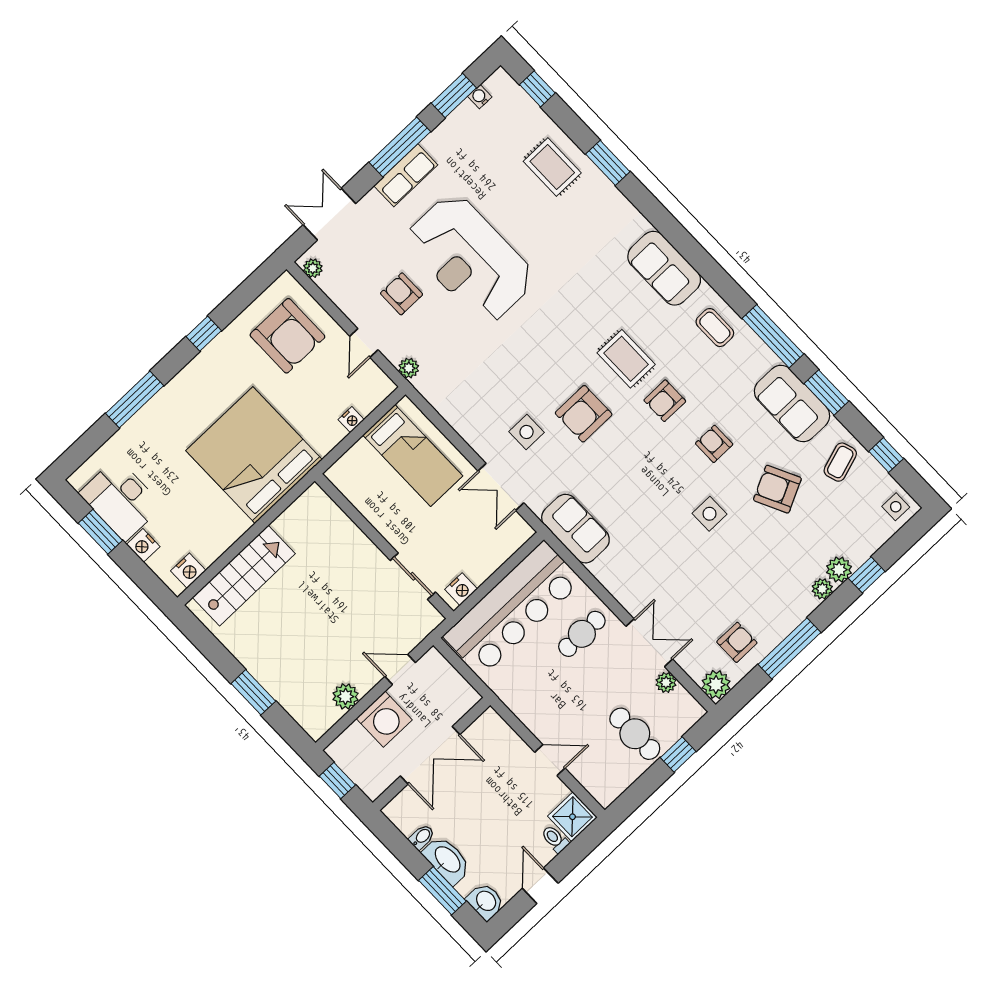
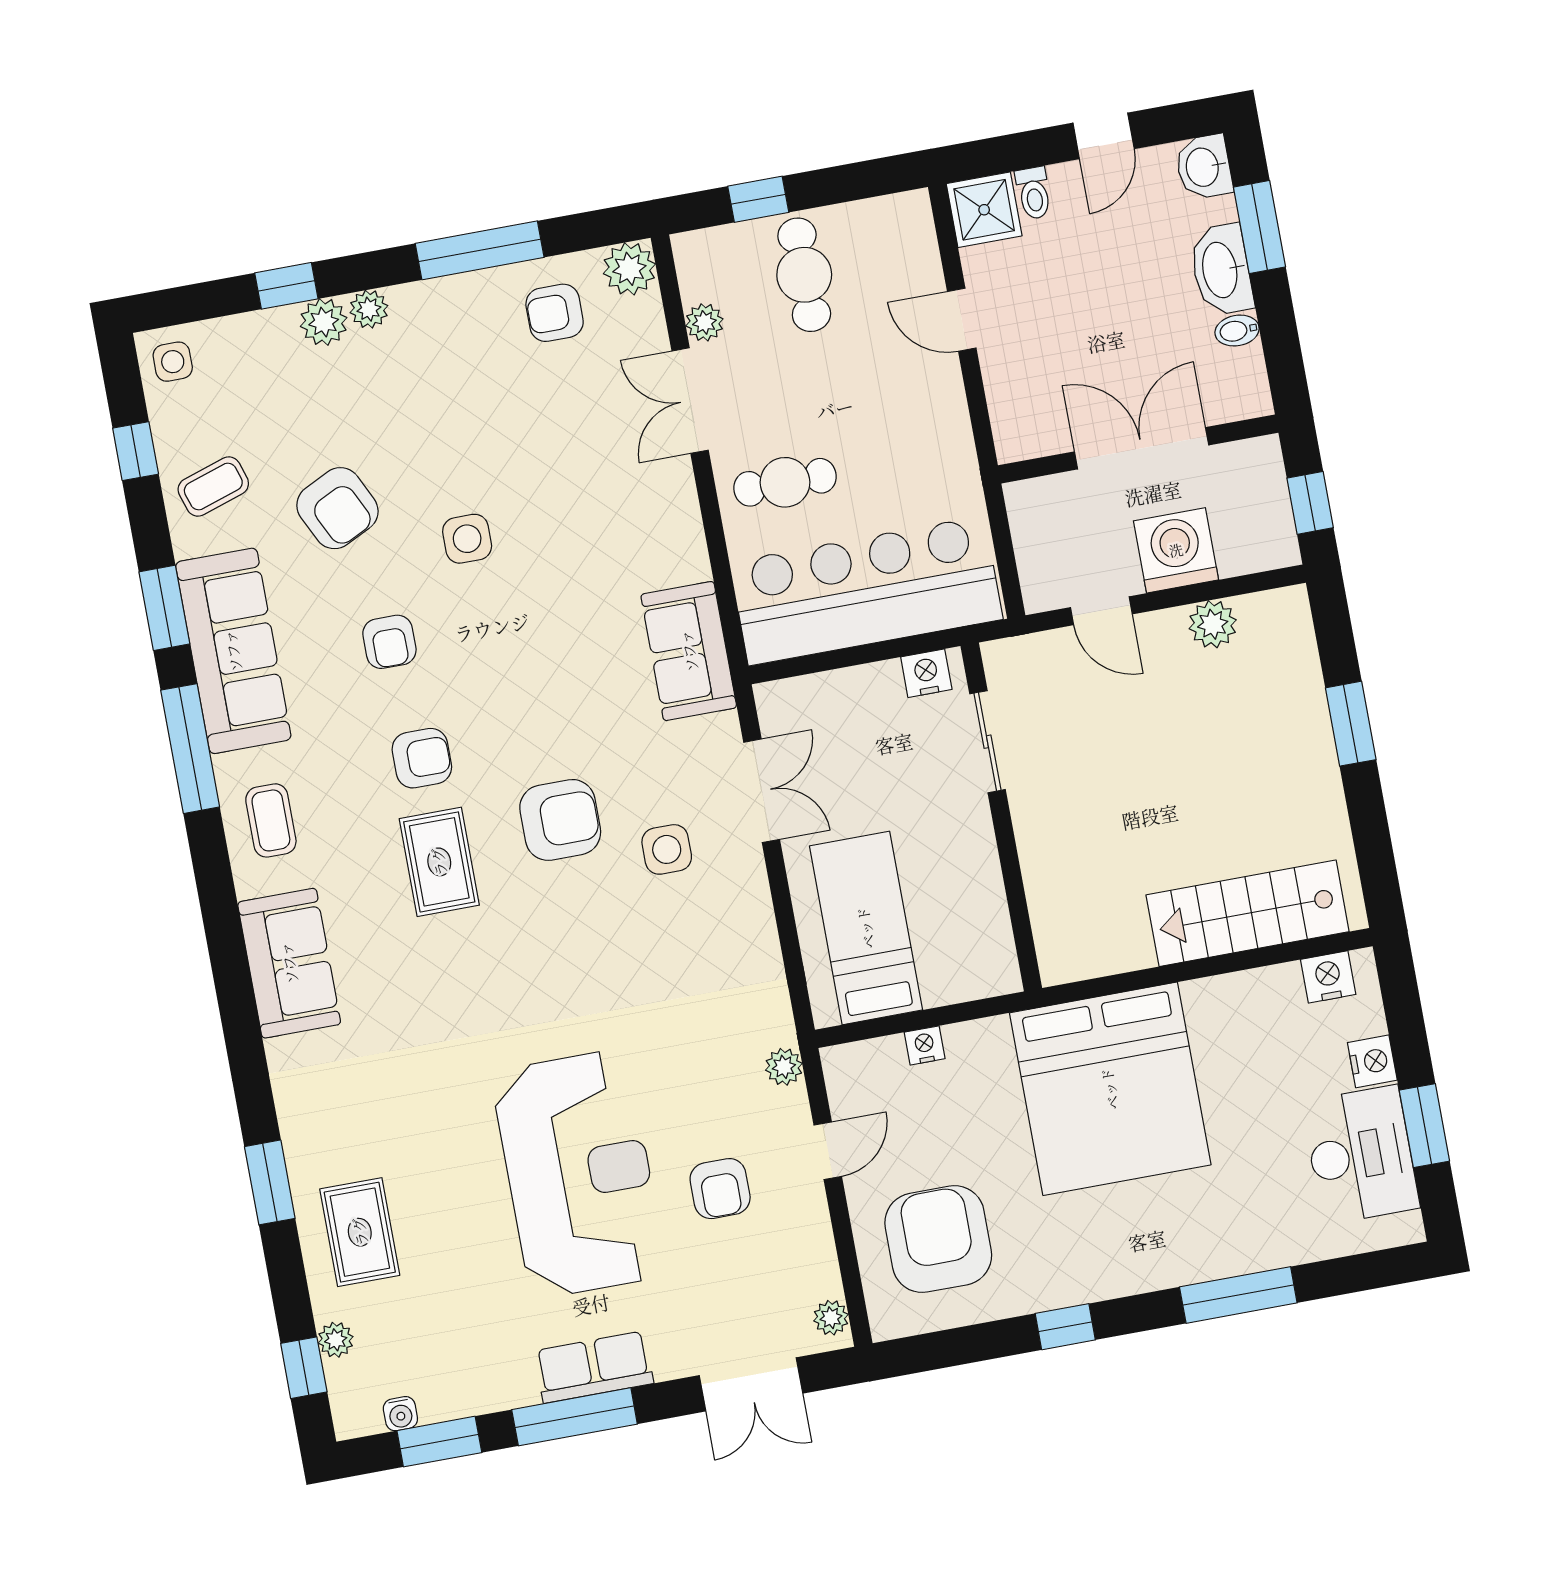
plant: (531, 111) -> (336, 1340), added
sofa: (792, 404) -> (233, 651), width x1.36

